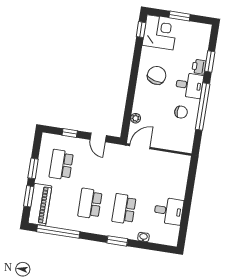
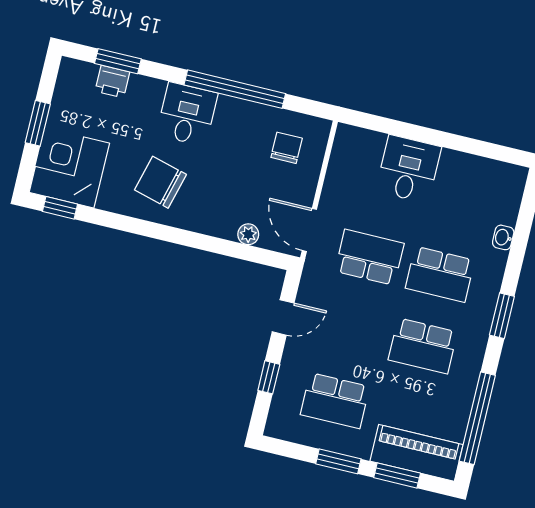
window: (210, 61) -> (118, 61), moved
printer: (199, 67) -> (112, 82), moved
chair: (181, 112) -> (287, 148), moved
school desk: (129, 175) -> (369, 257), added
desk: (169, 211) -> (408, 169), moved
window: (117, 241) -> (502, 316), moved

